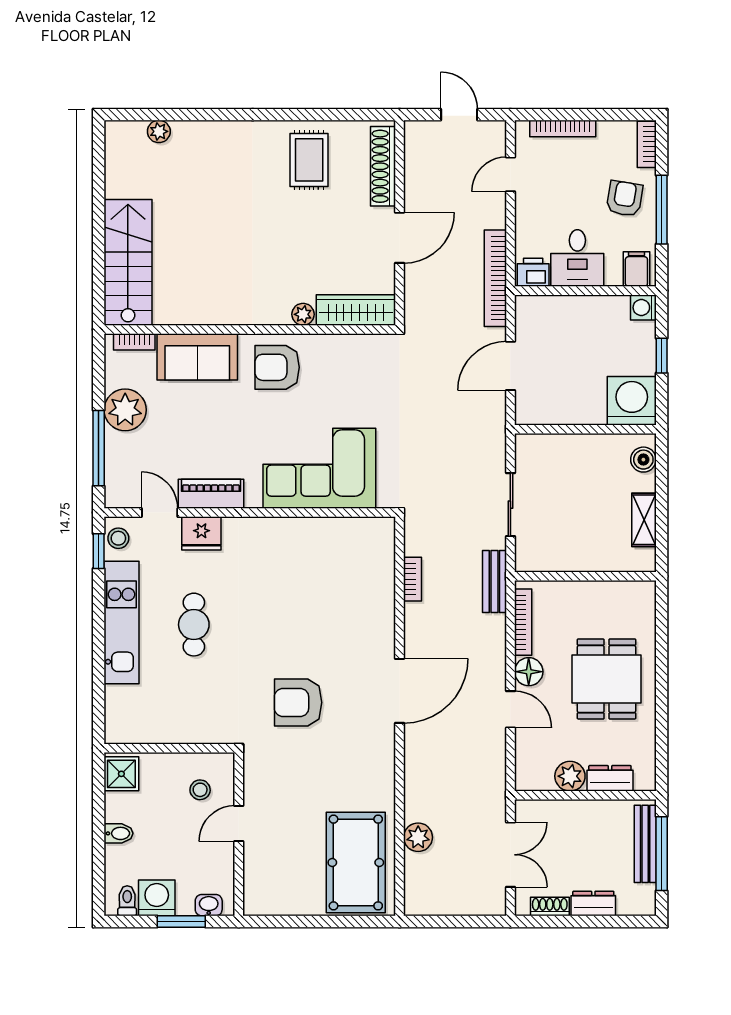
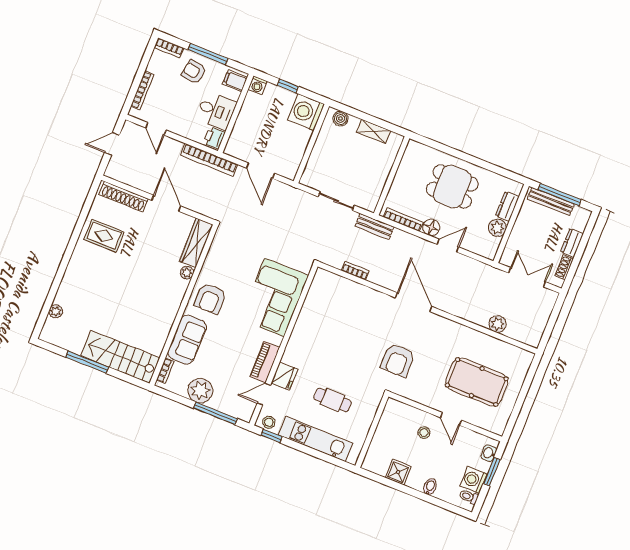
window: (99, 213) -> (87, 362), added
wall: (169, 748) -> (372, 431), moved
pool table: (356, 862) -> (477, 382), moved

